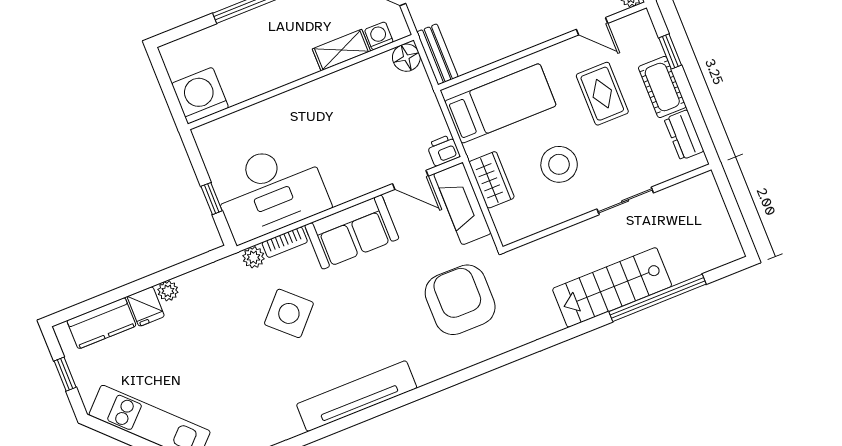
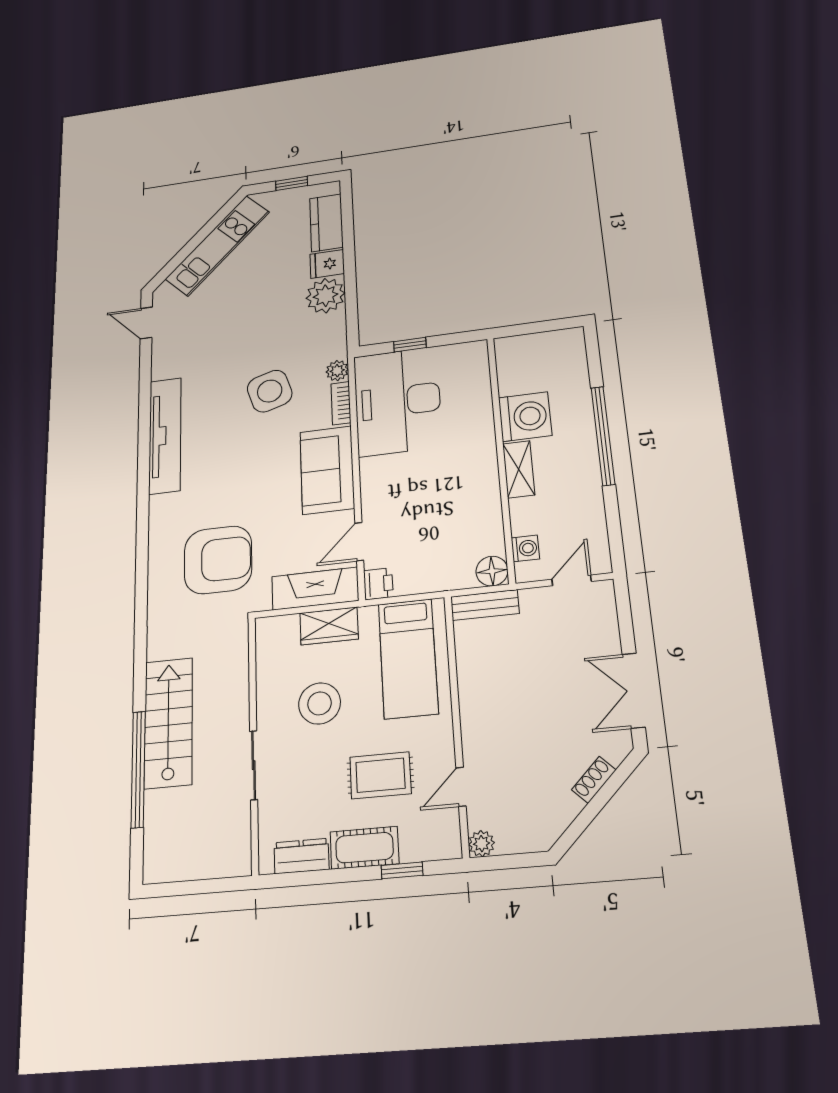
shelving: (341, 50) -> (519, 469), moved
washing machine: (200, 96) -> (525, 417), moved
plant: (168, 291) -> (325, 296), width x1.88, depth x1.88
side table: (289, 313) -> (270, 391), turned 30

